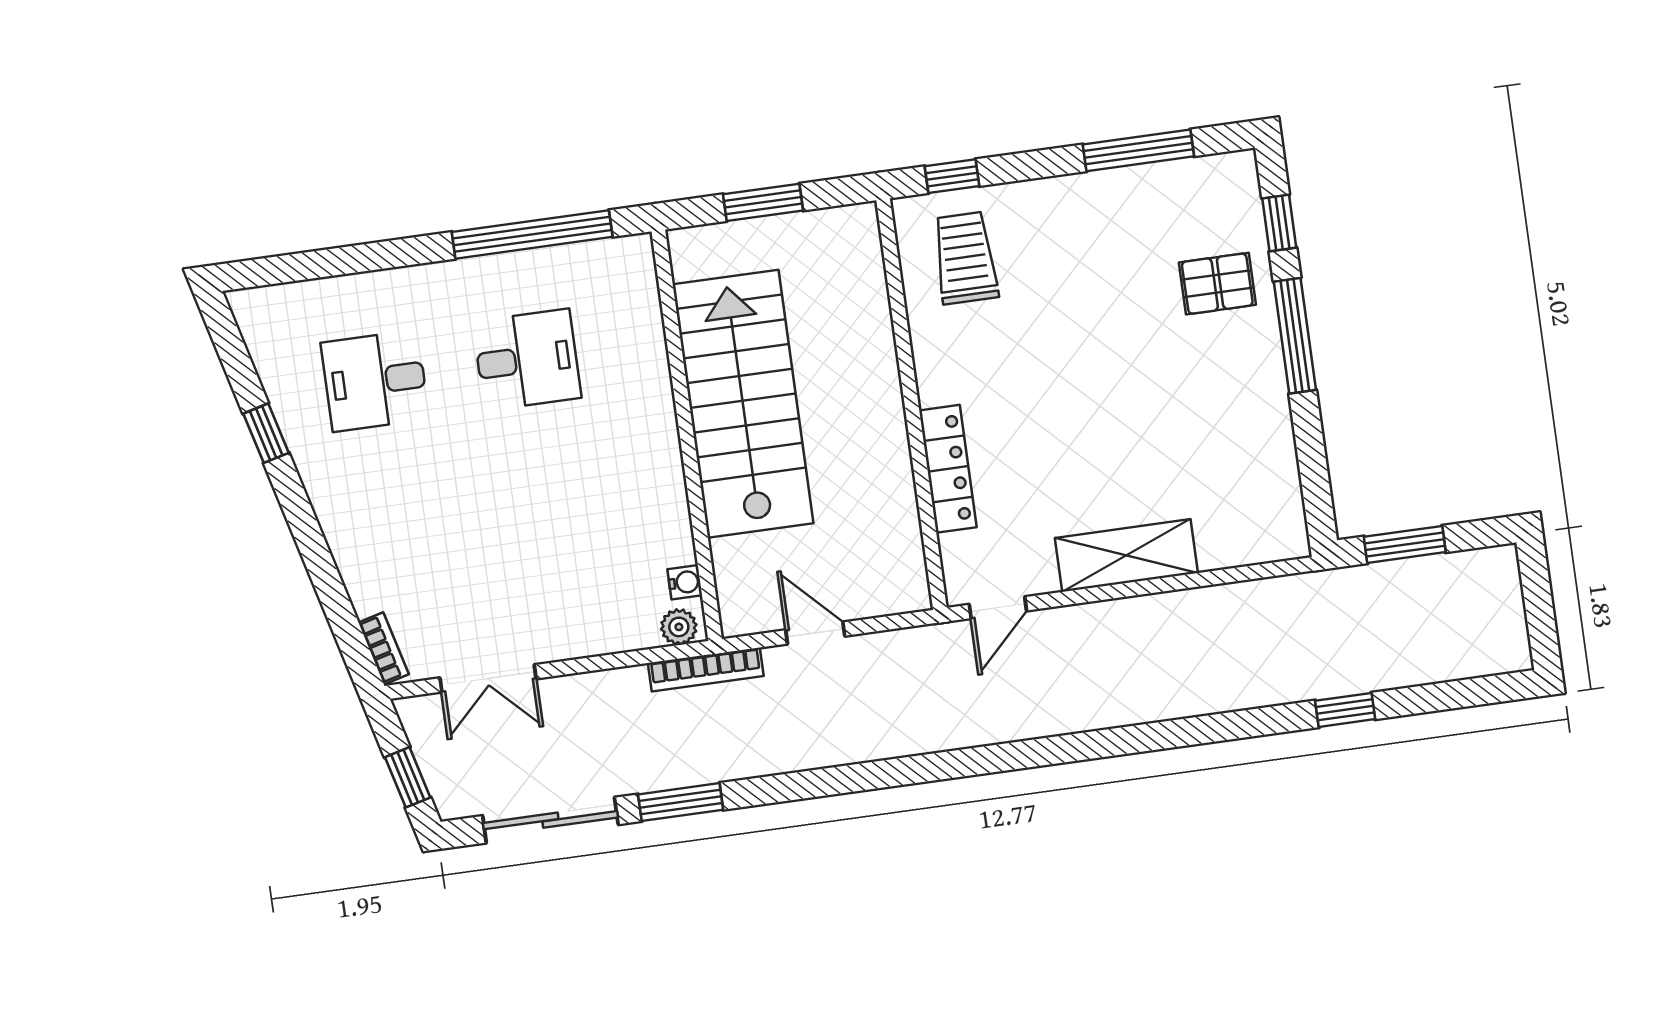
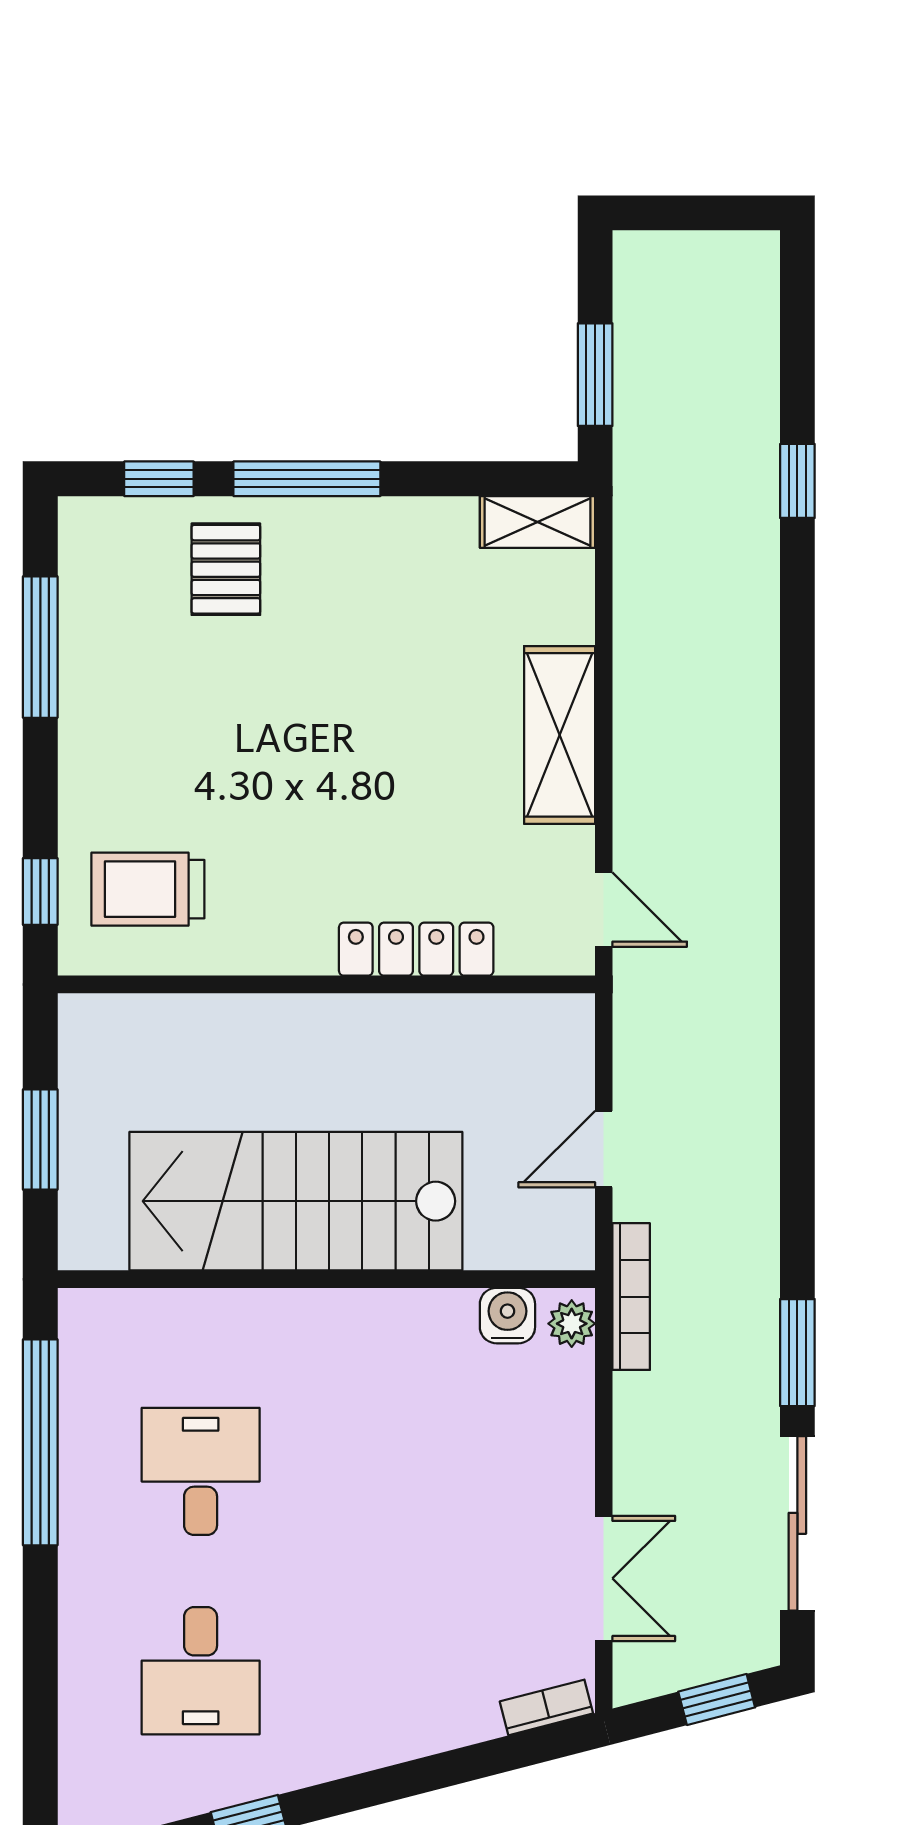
shelving: (1286, 516) -> (538, 522), added
water cooler: (685, 582) -> (507, 1316), width x1.38, depth x1.38

